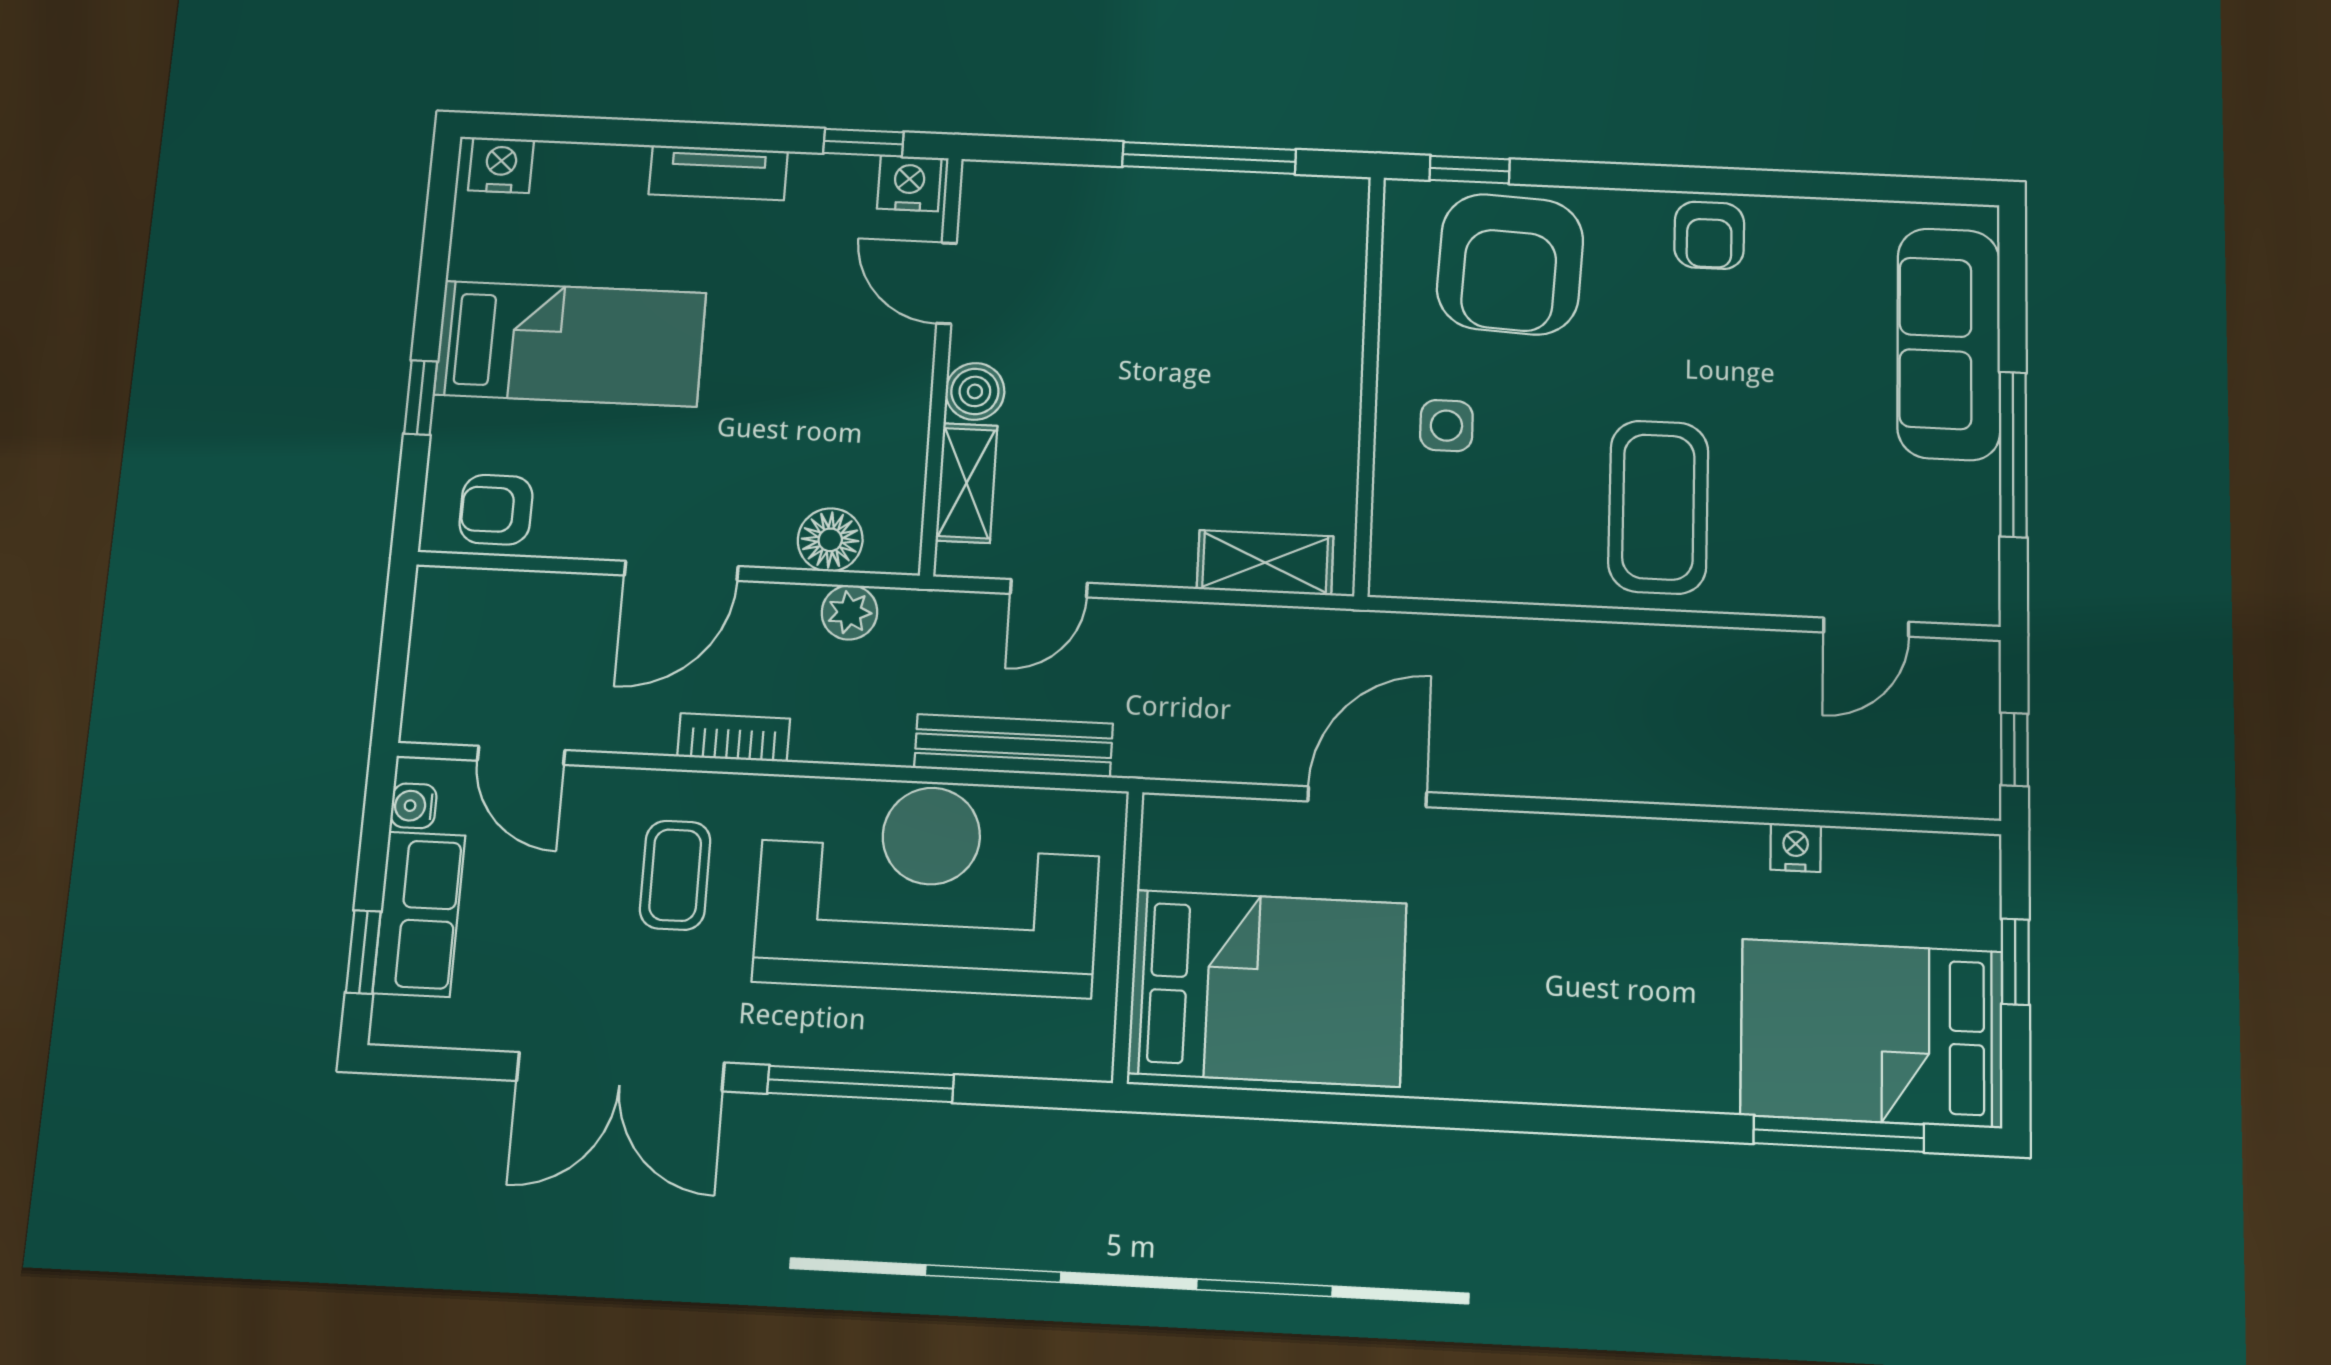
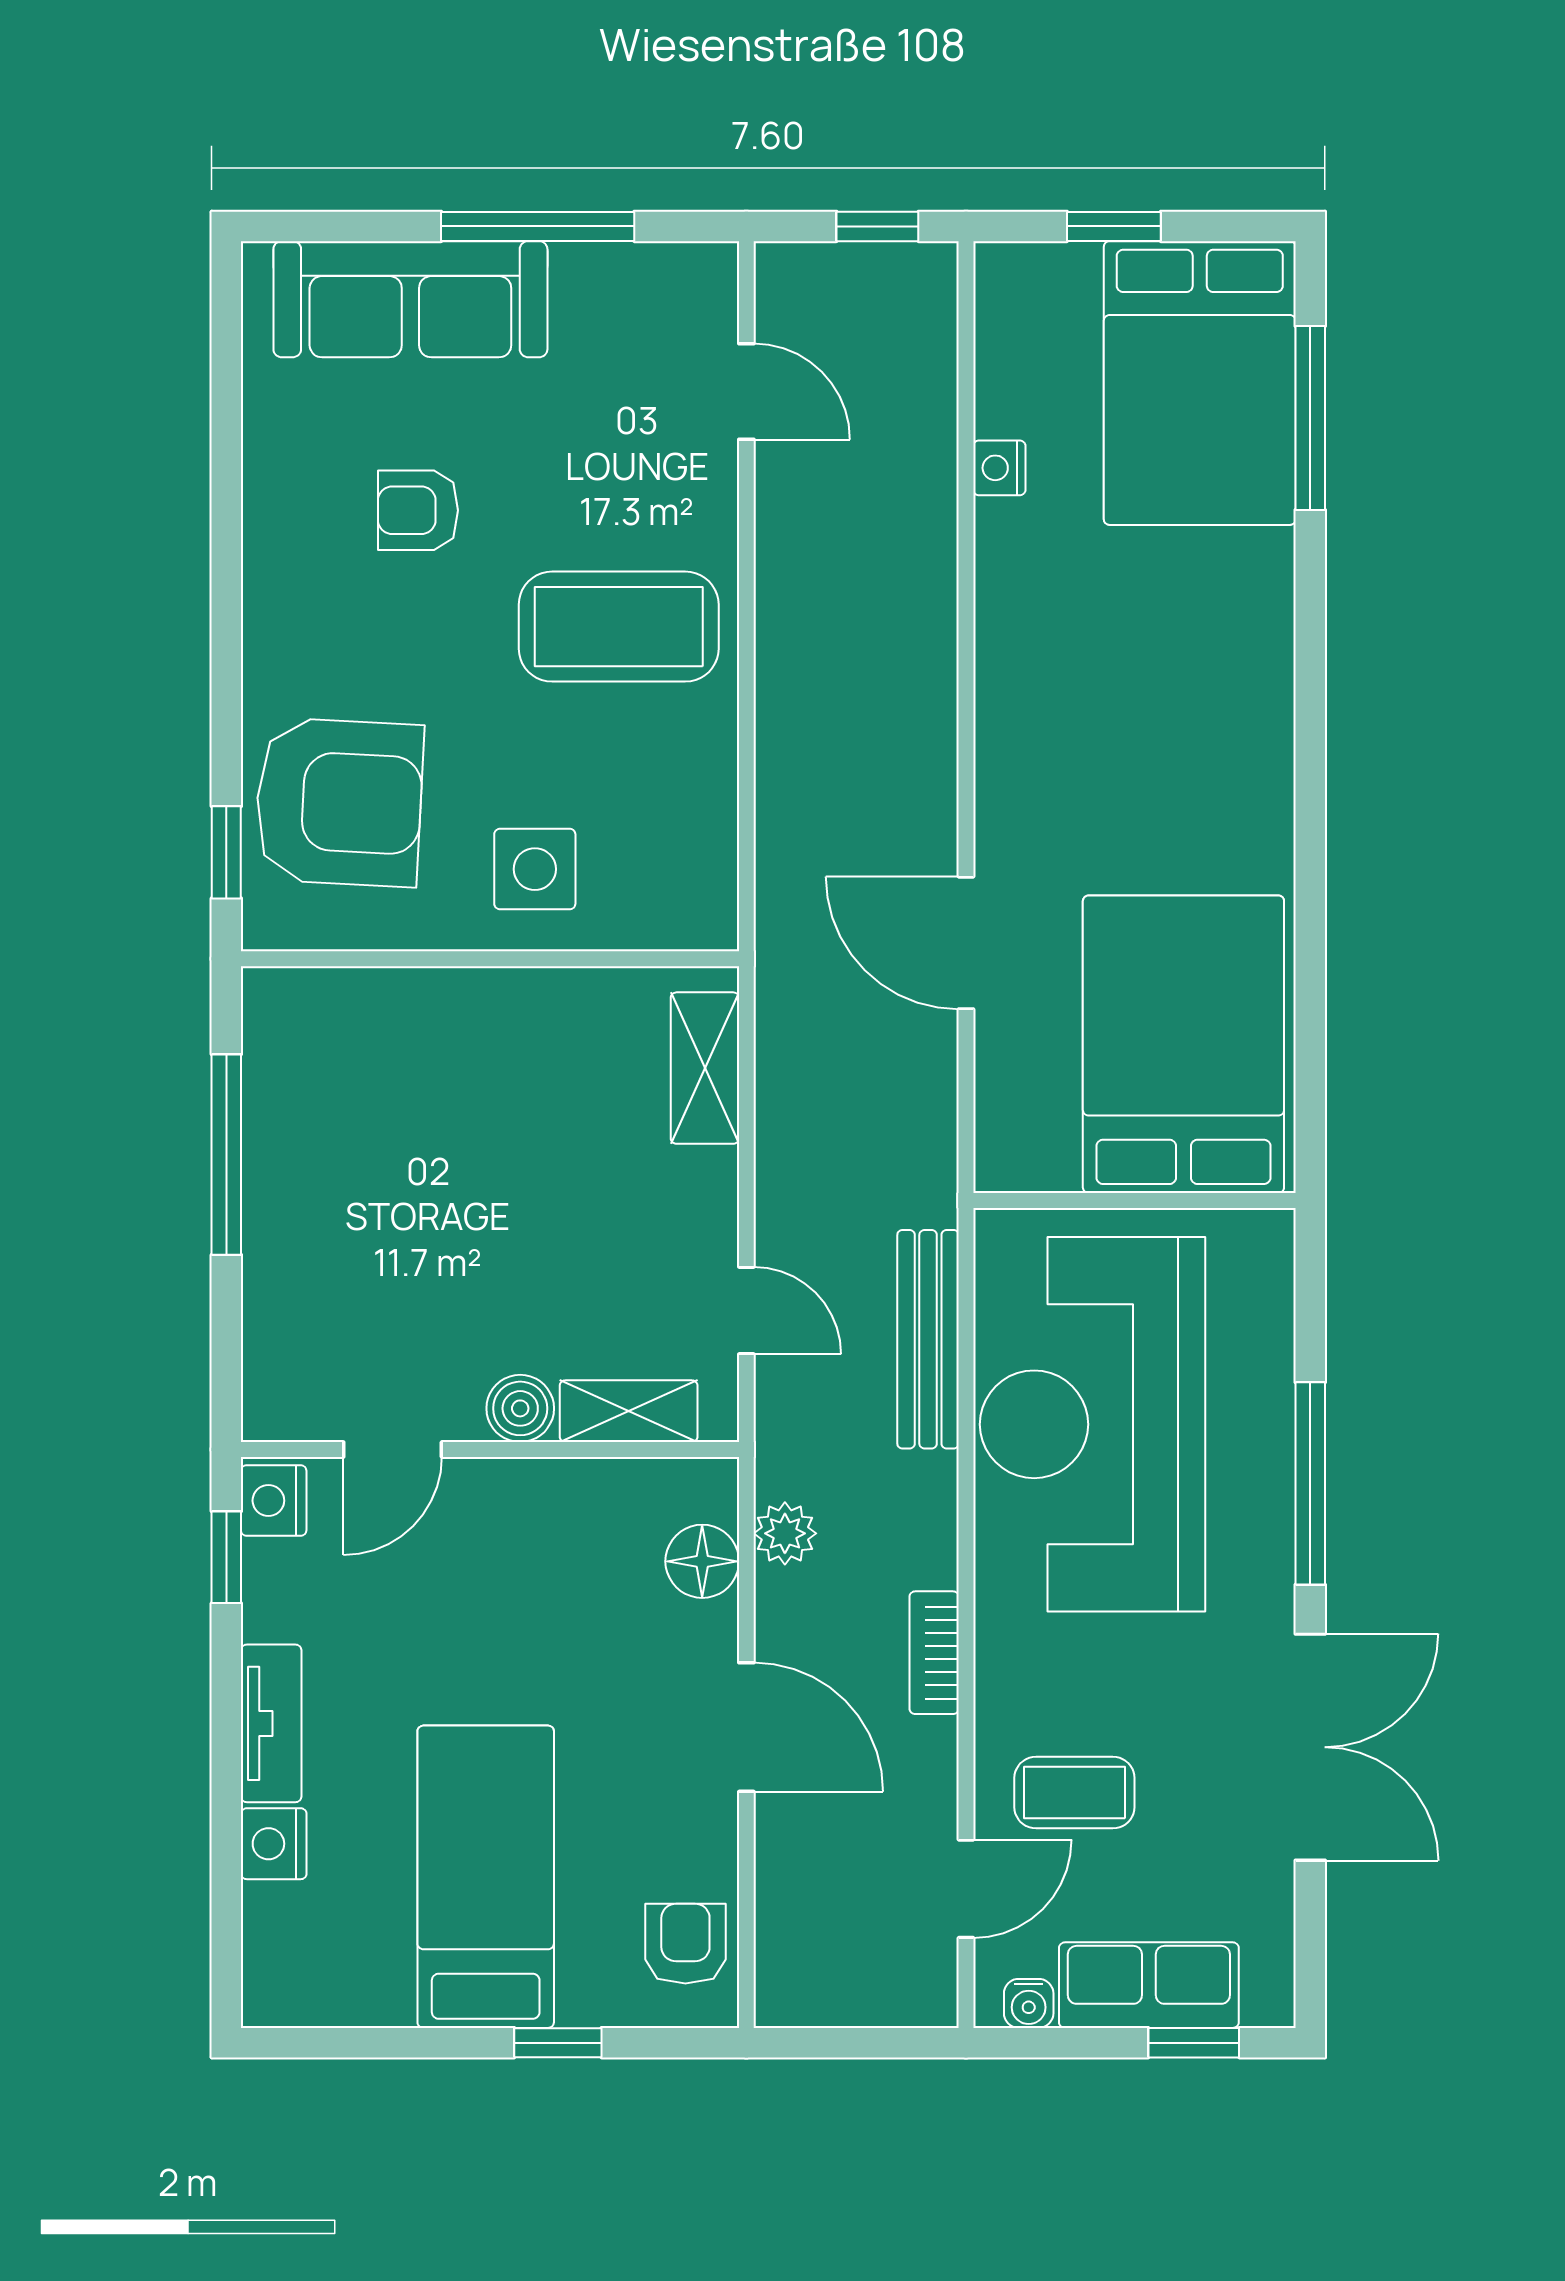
nightstand: (501, 165) -> (274, 1844), moved
armchair: (1709, 235) -> (418, 510), moved, turned 180
side table: (1446, 426) -> (535, 869), width x1.37, depth x1.37
armchair: (496, 510) -> (685, 1944), turned 180
coffee table: (675, 875) -> (1074, 1793), moved

